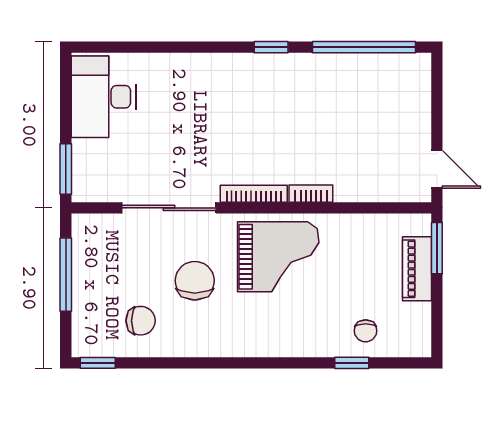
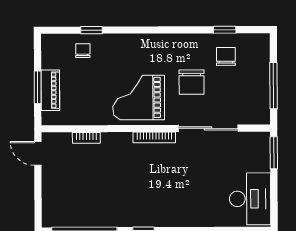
bookcase: (311, 194) -> (86, 138), moved
window: (437, 248) -> (38, 87), moved
chair: (141, 321) -> (226, 57), turned 90
window: (98, 363) -> (225, 30), moved

